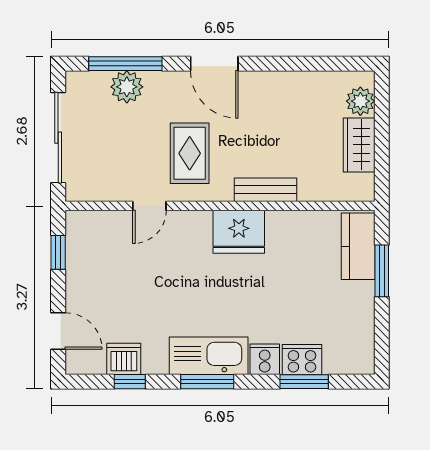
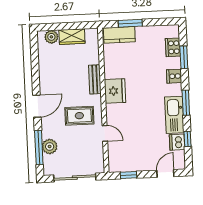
kitchen sink: (209, 356) -> (174, 115), moved
cooker: (302, 360) -> (173, 47), moved

